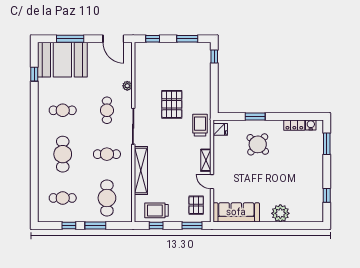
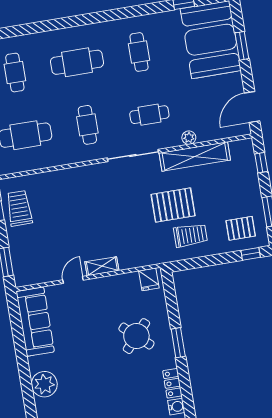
window: (70, 39) -> (242, 46), width x0.69
window: (255, 116) -> (178, 343), moved
trolley: (200, 125) -> (190, 235), moved
shelving: (141, 171) -> (195, 156), moved
pallet: (196, 205) -> (241, 228), moved

